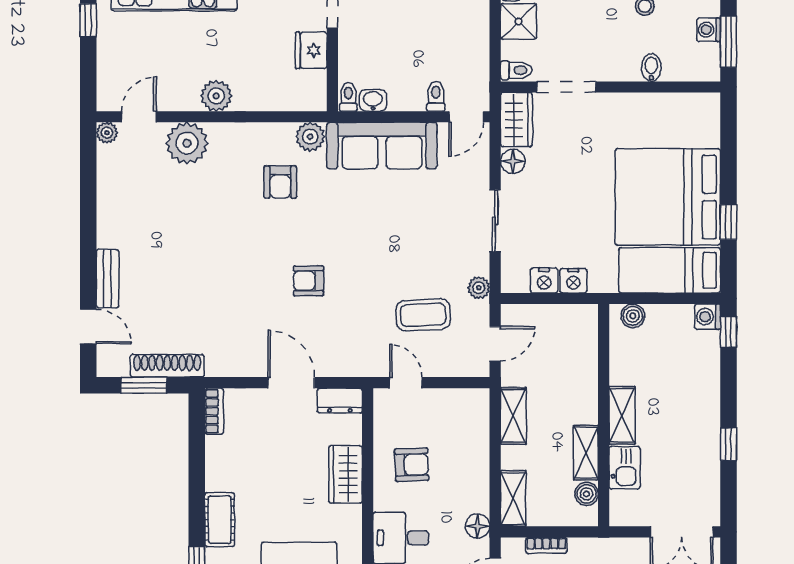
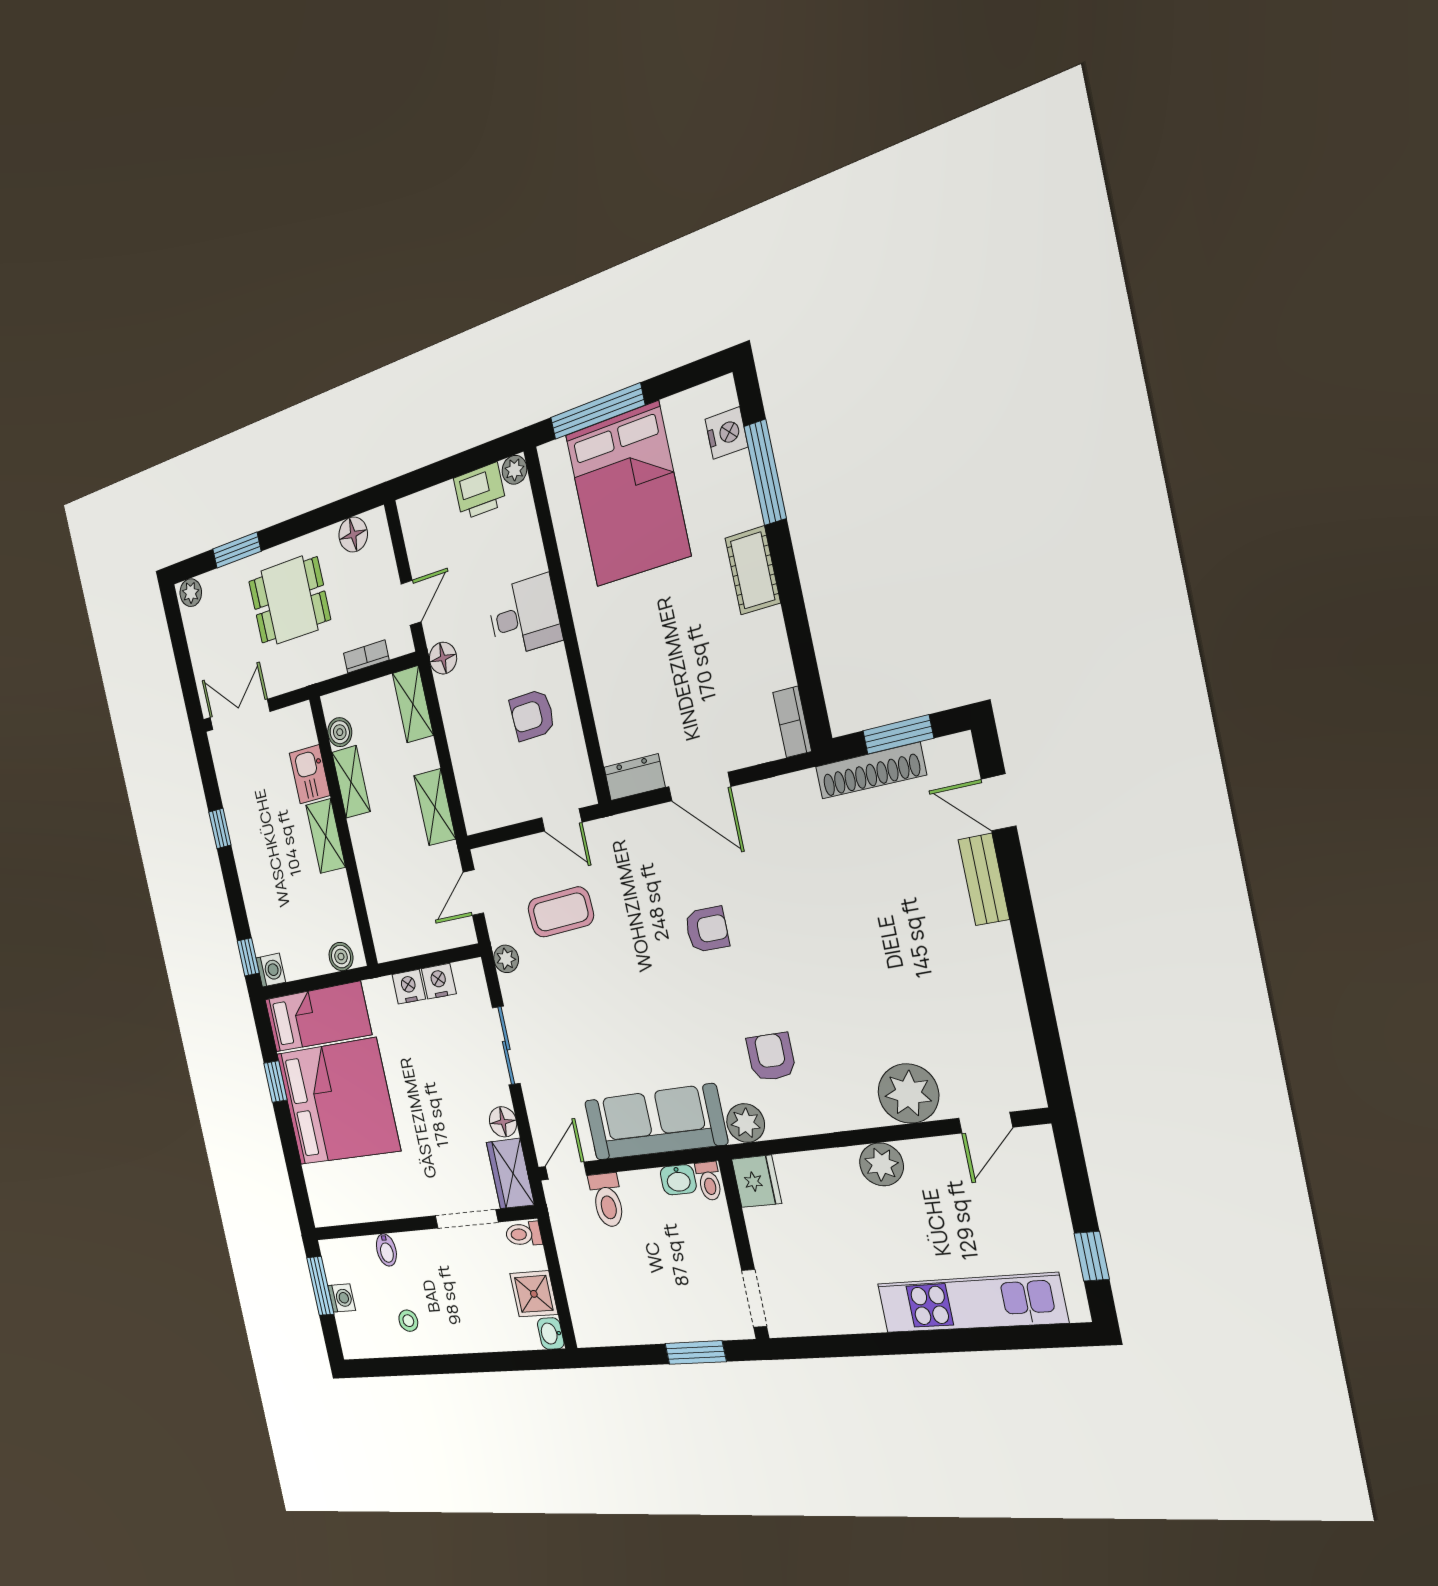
fridge: (311, 50) -> (757, 1181), moved
toilet: (436, 96) -> (607, 1200), width x1.37, depth x1.39
plant: (107, 133) -> (1029, 1094), removed
wardrobe: (345, 474) -> (607, 680), removed

